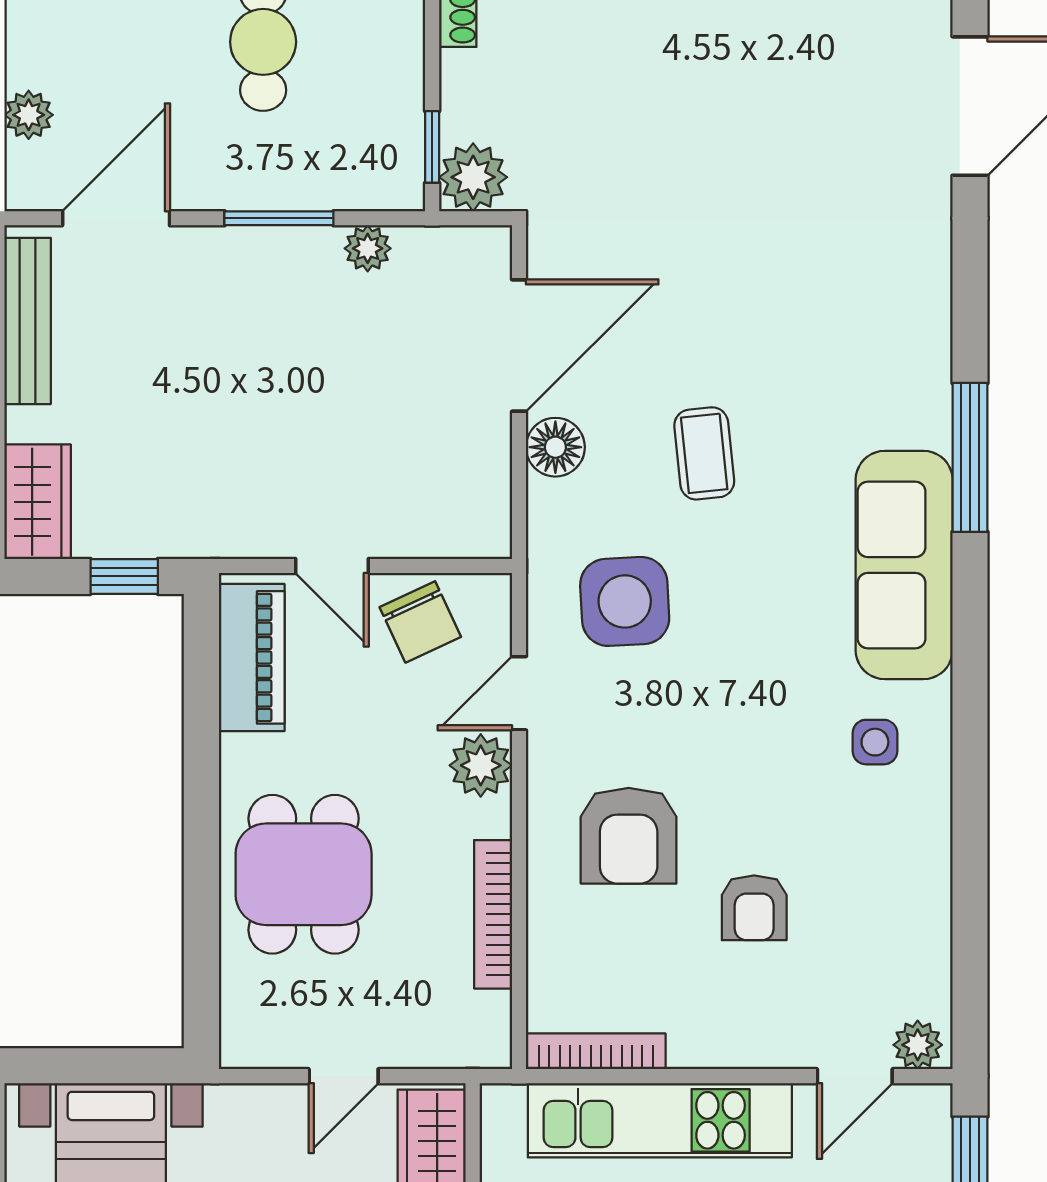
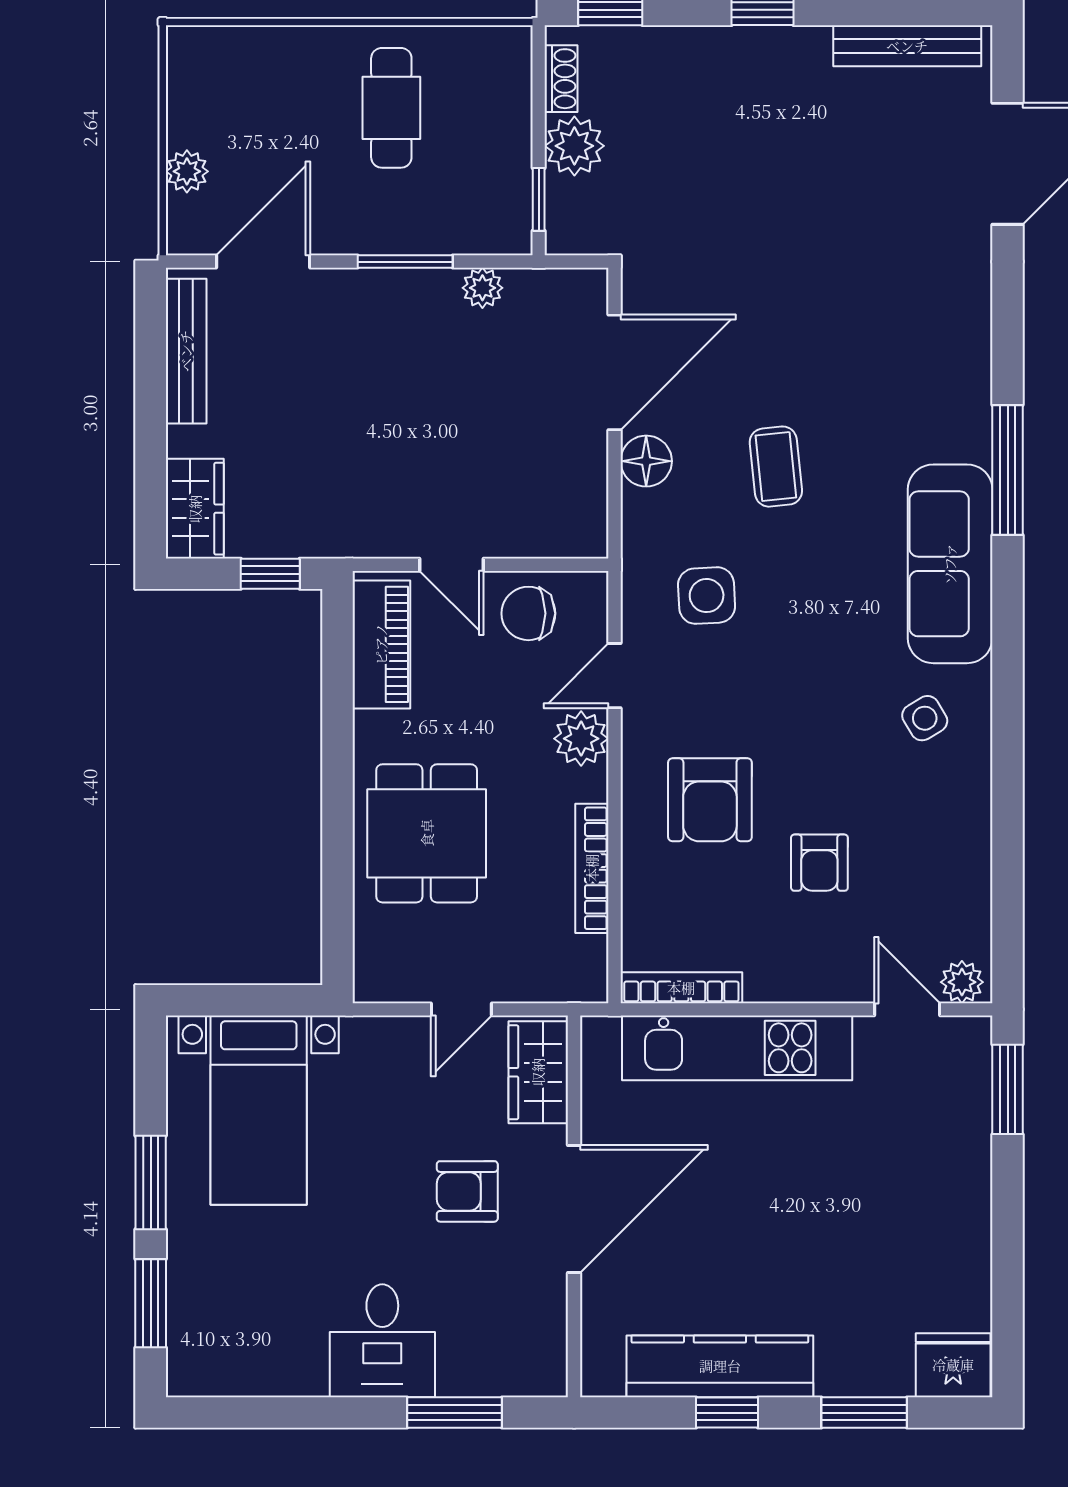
plant: (473, 177) -> (574, 146), moved
side table: (625, 601) -> (707, 596), width x0.73, depth x0.73
chair: (420, 622) -> (528, 613), turned 115
side table: (875, 742) -> (925, 718), turned -31
door: (855, 1076) -> (907, 1009), swing flipped

